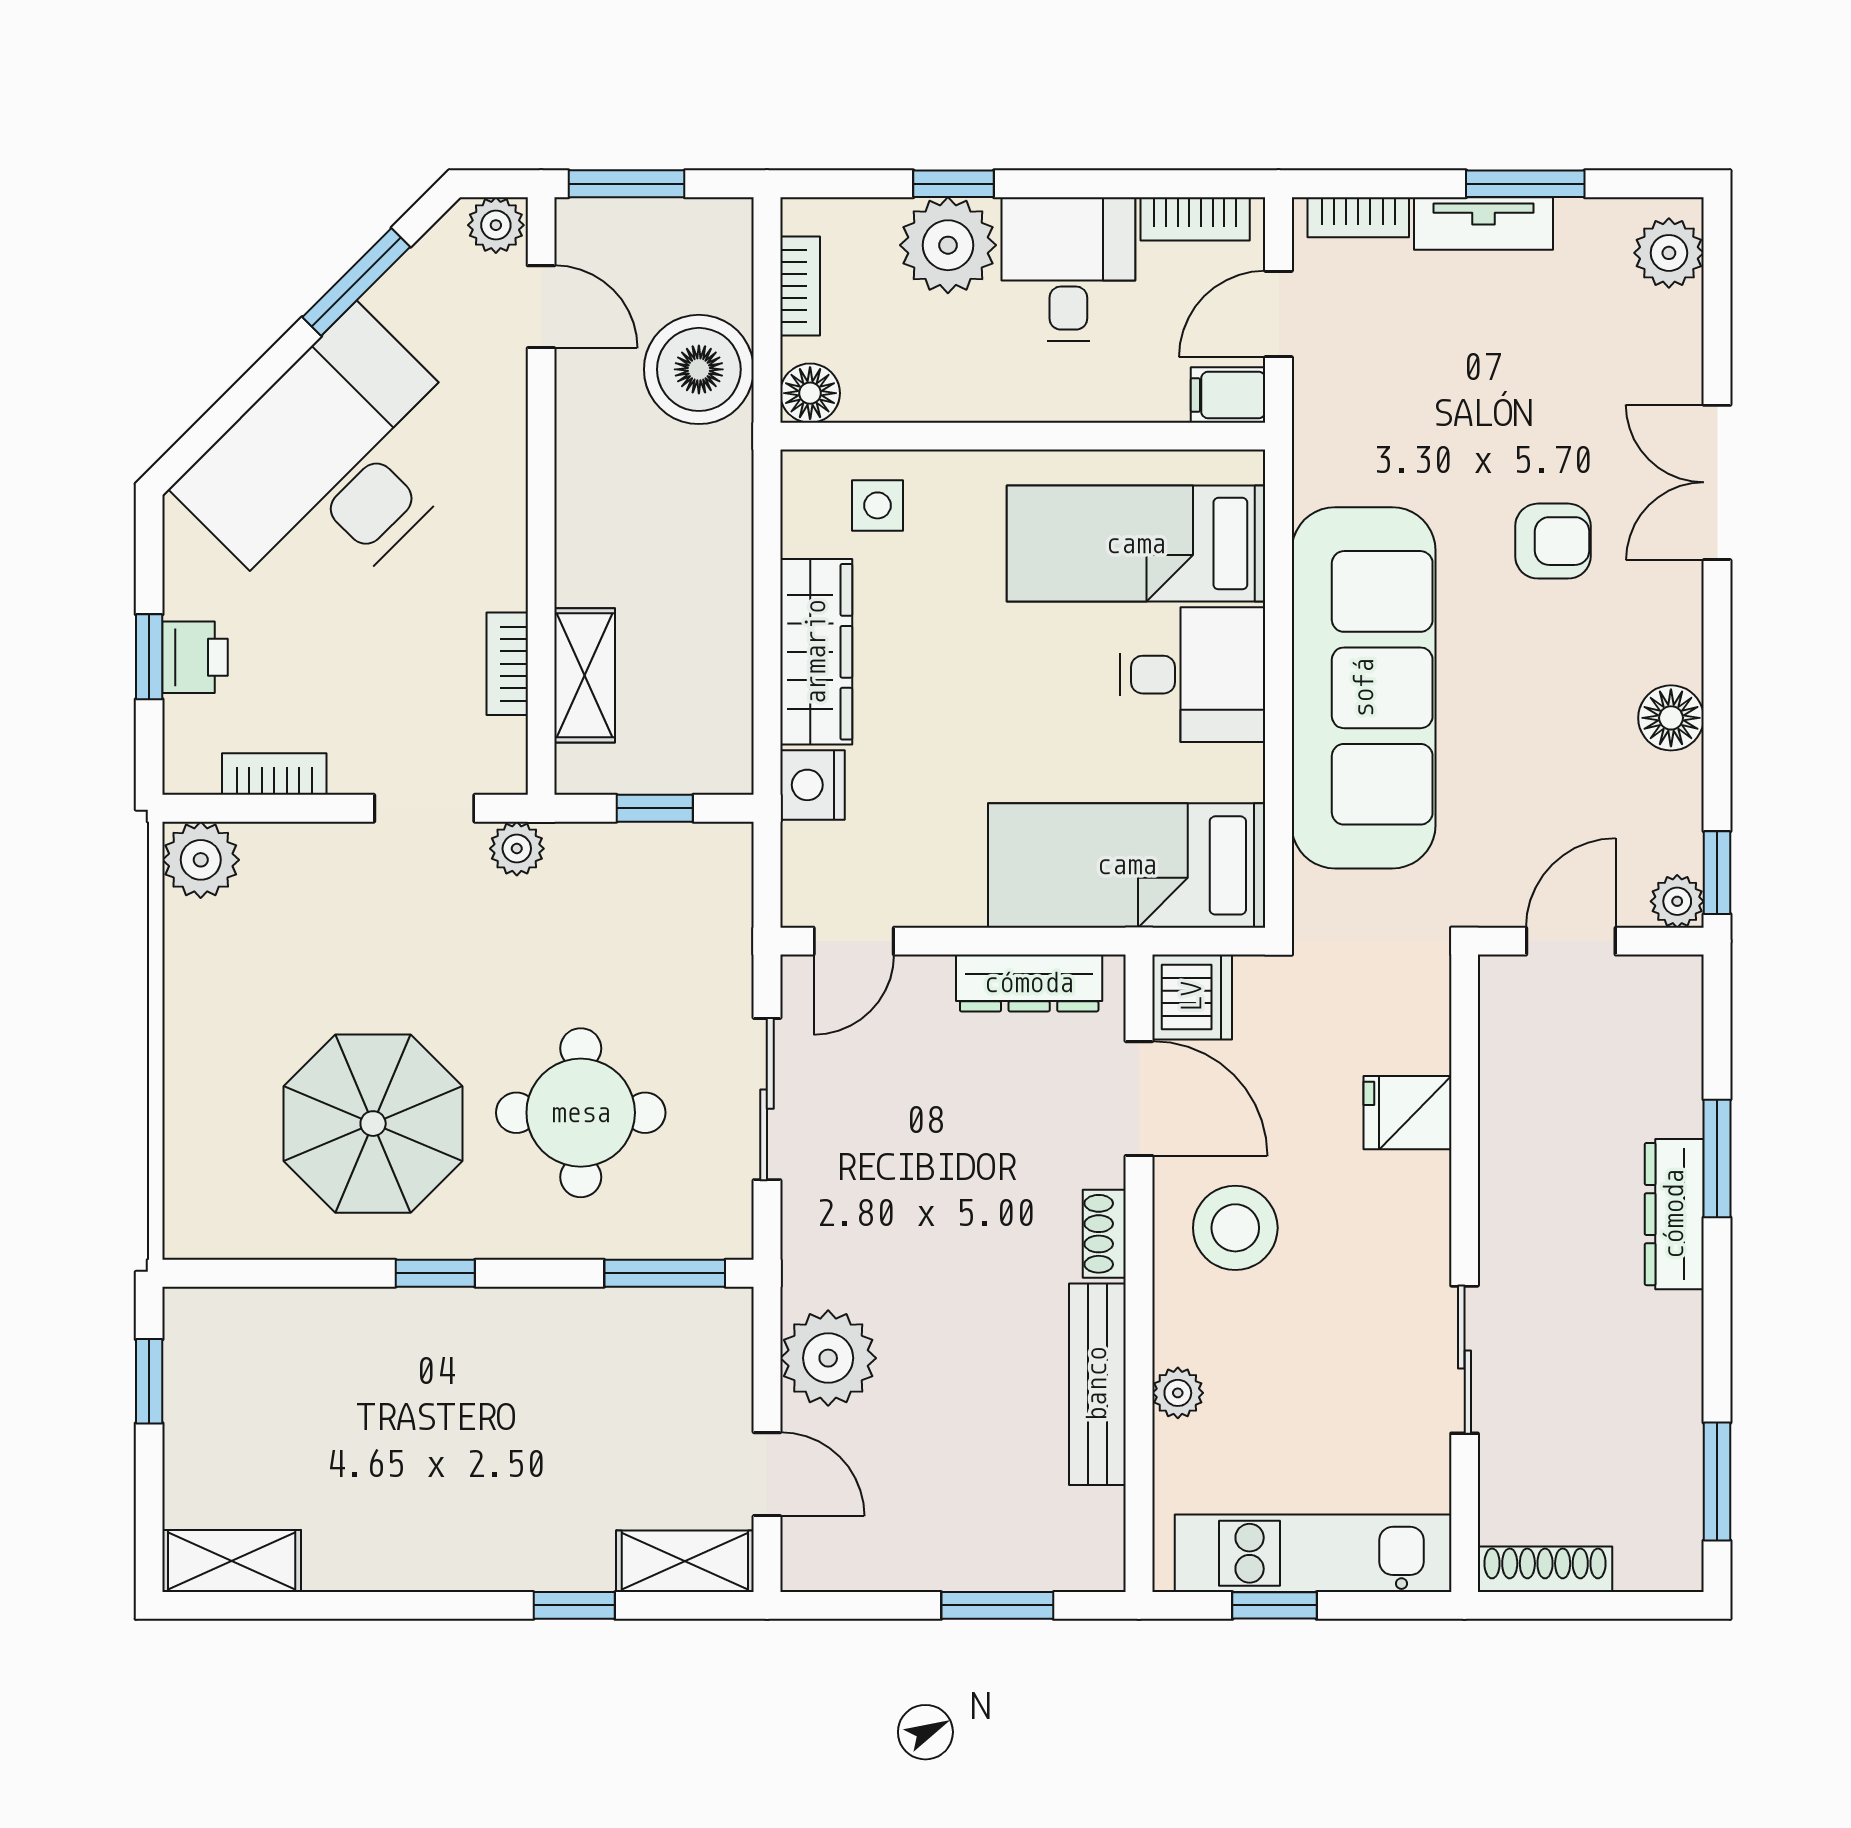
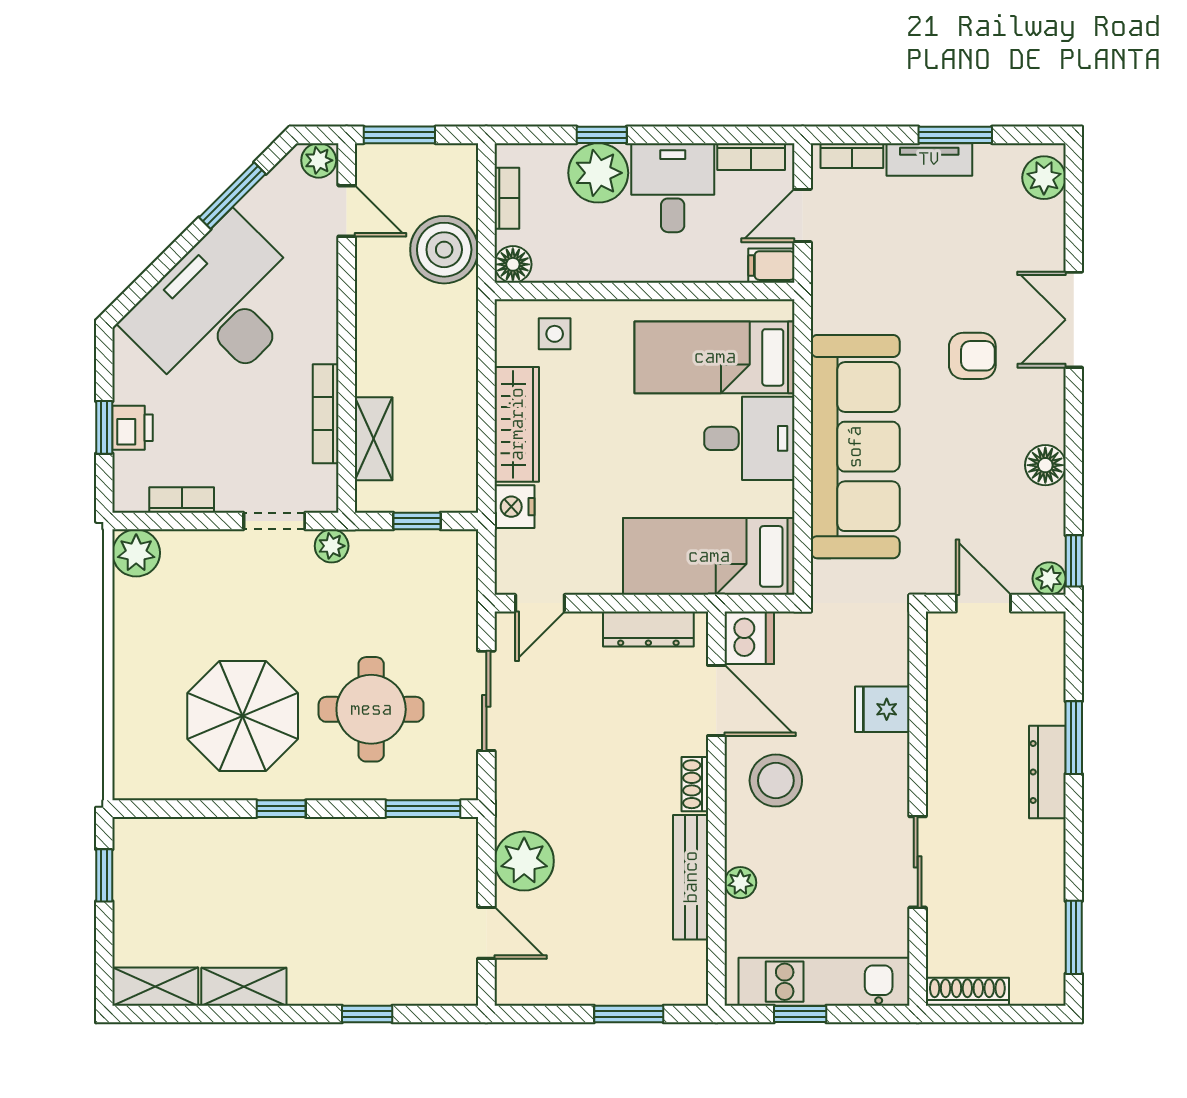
bookcase: (507, 664) -> (326, 414), width x1.56
door: (1571, 941) -> (983, 603), hinge flipped
shelving: (685, 1561) -> (244, 987), moved

